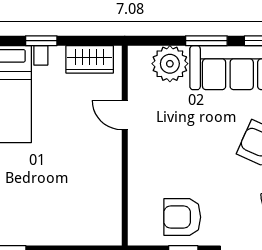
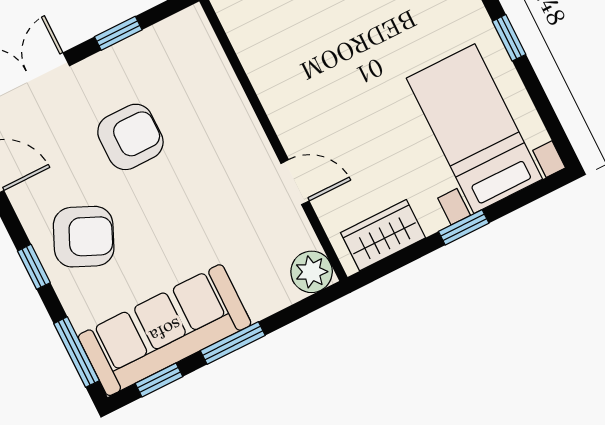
plant: (170, 64) -> (312, 272), moved, width x0.73, depth x0.73
armchair: (182, 217) -> (130, 137), moved

